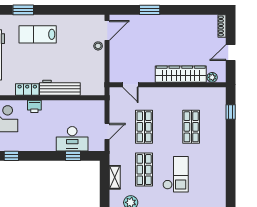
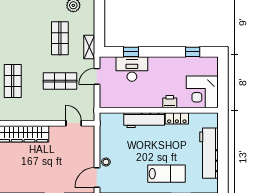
shop shelf: (144, 127) -> (60, 81), turned 90
checkout: (176, 174) -> (28, 34), removed
shelving: (115, 177) -> (89, 47), moved

